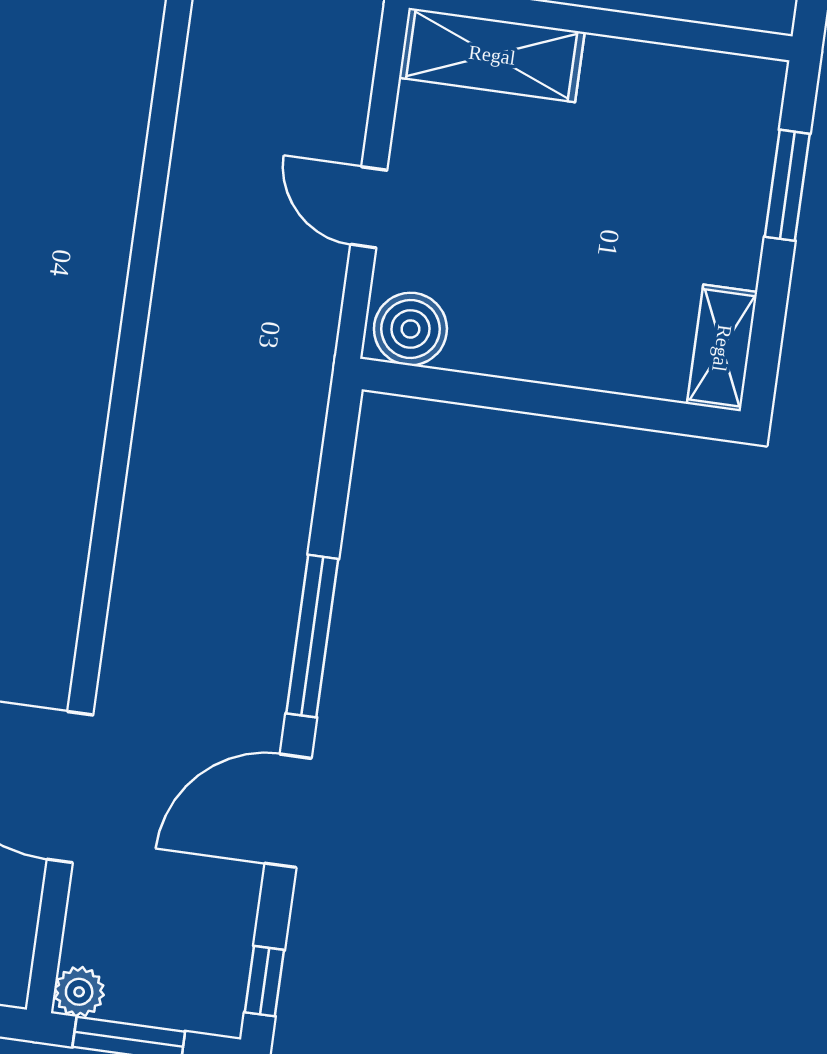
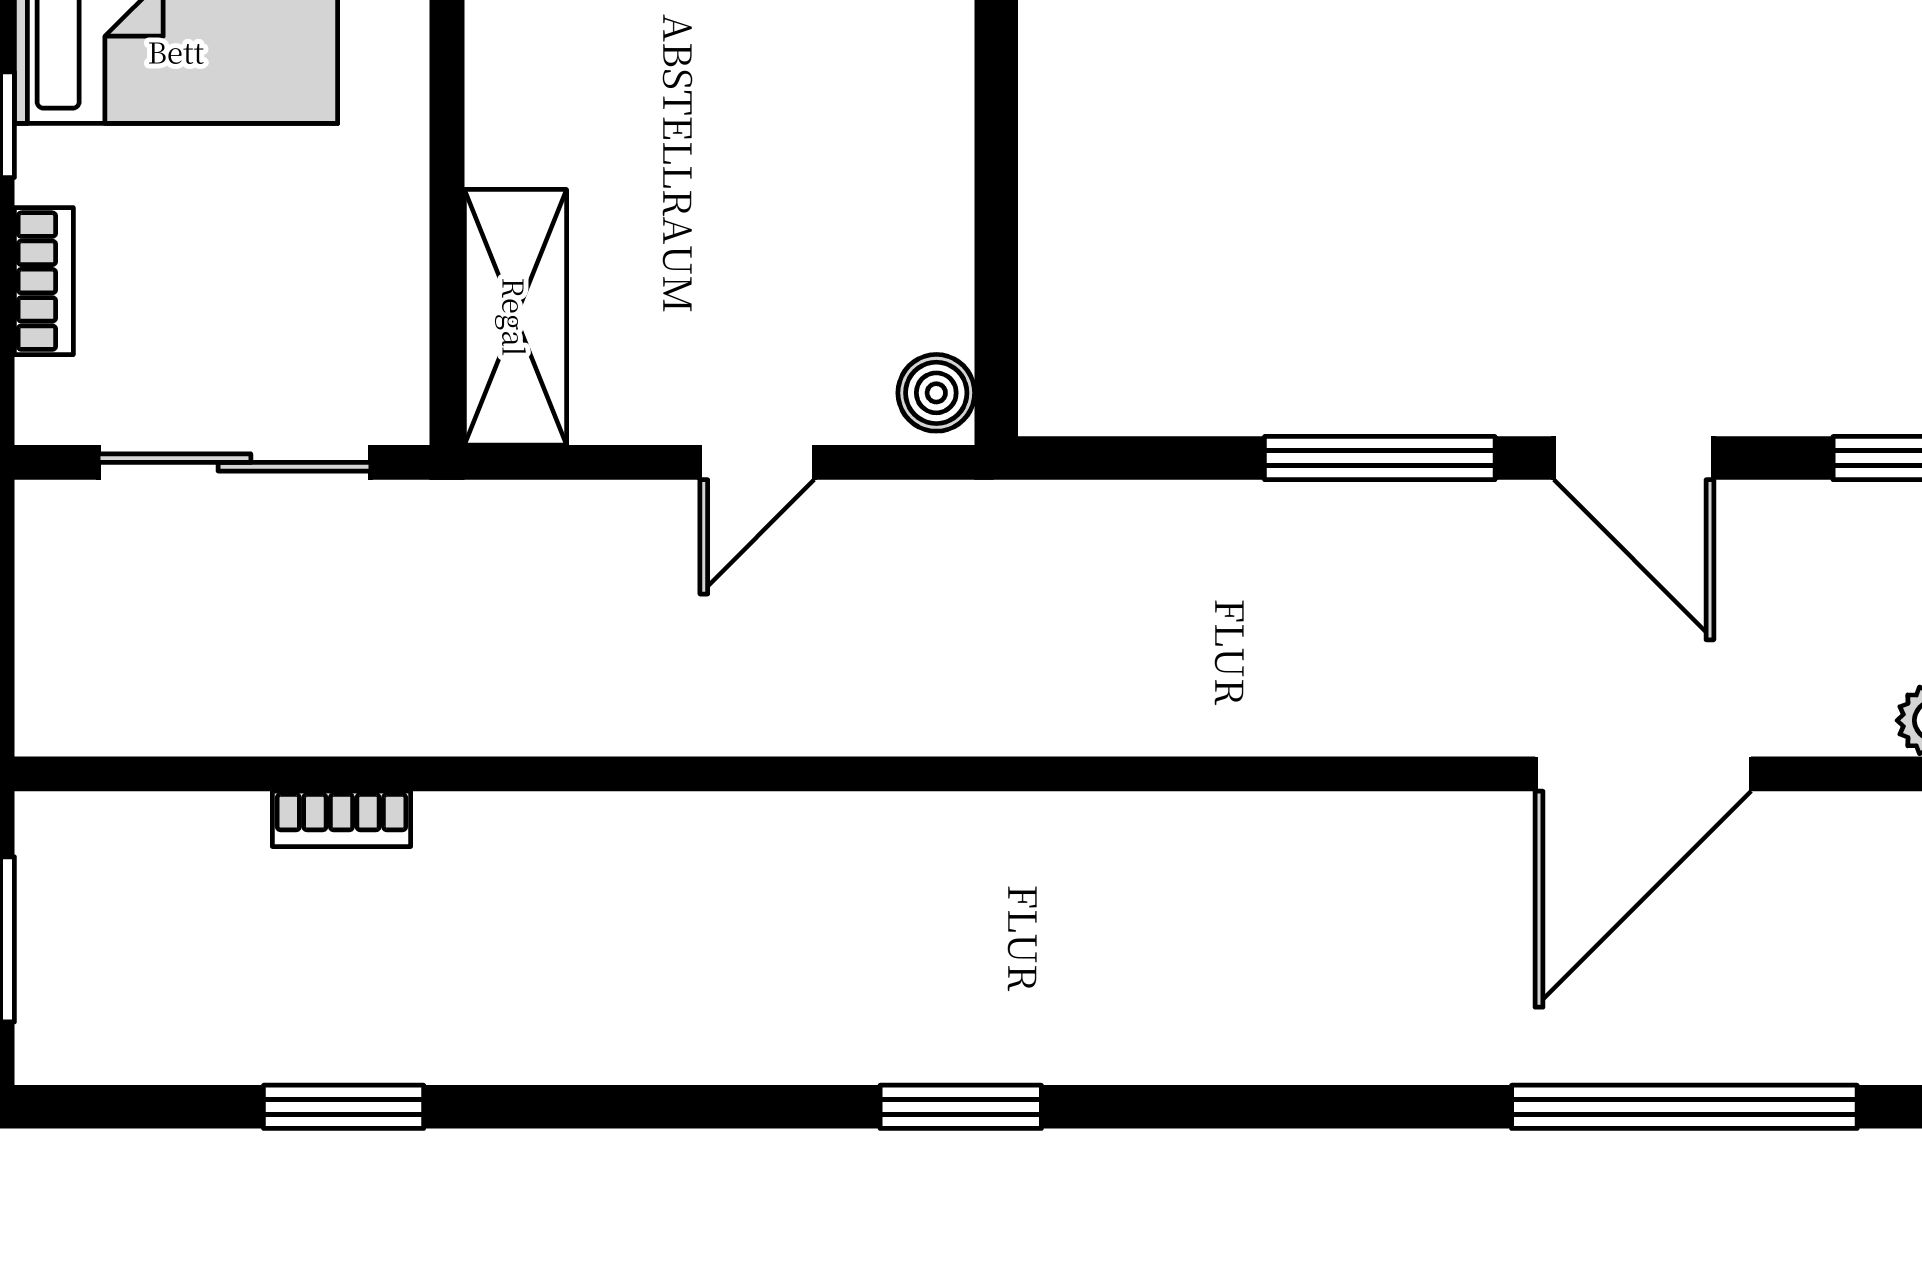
boiler: (410, 329) -> (936, 393), width x0.73, depth x0.73

